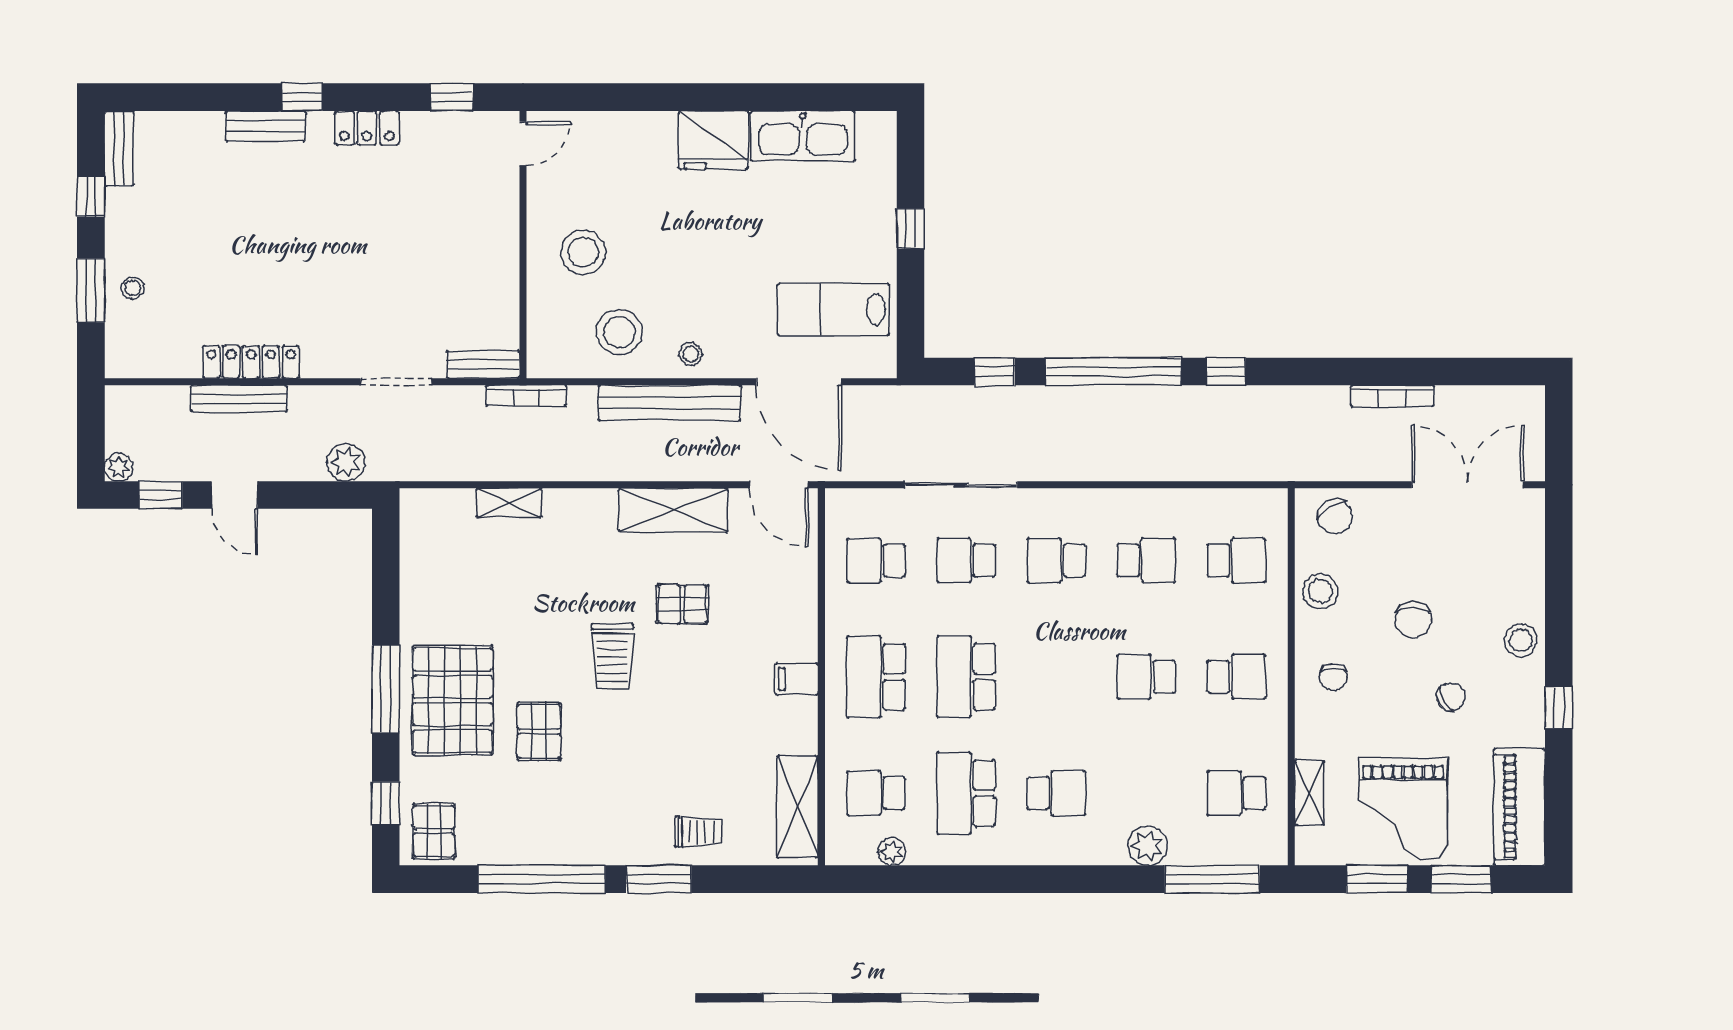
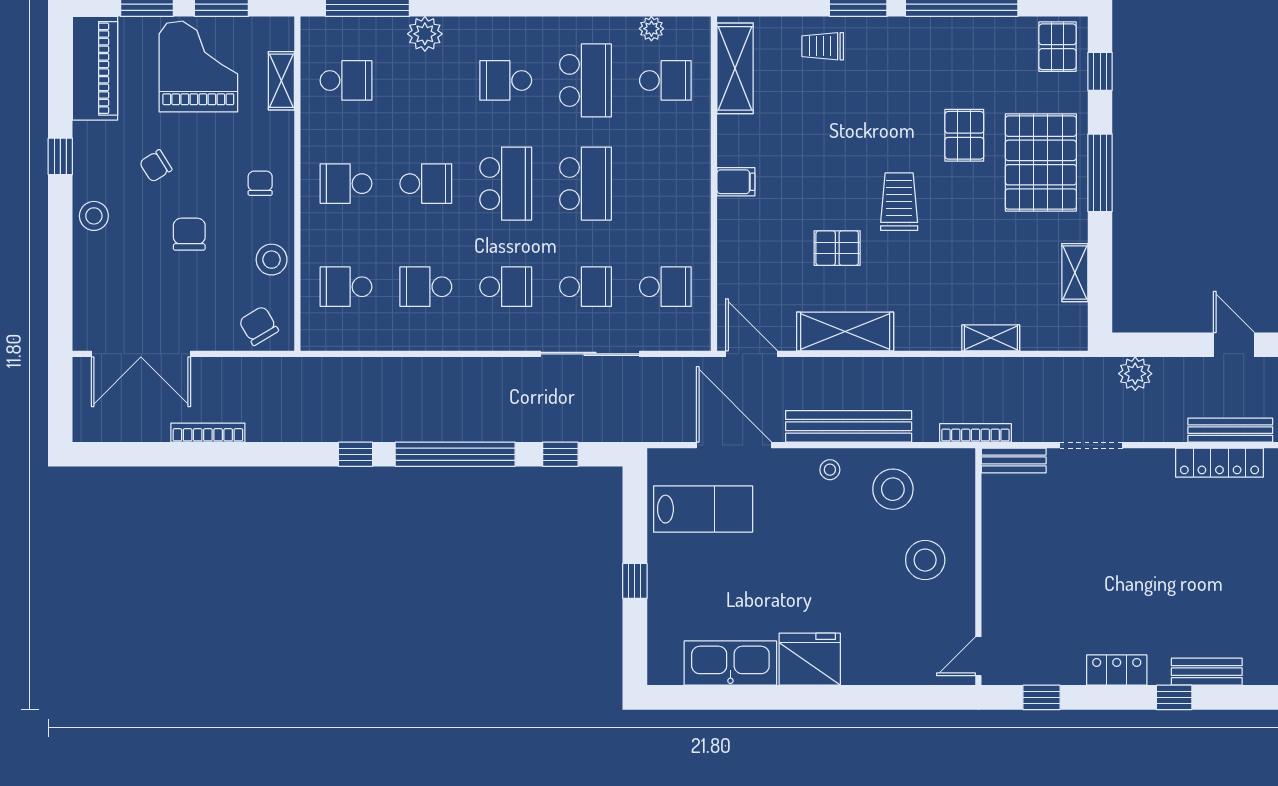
shelving: (414, 576) -> (1075, 273), added
school desk: (876, 677) -> (506, 184), moved

